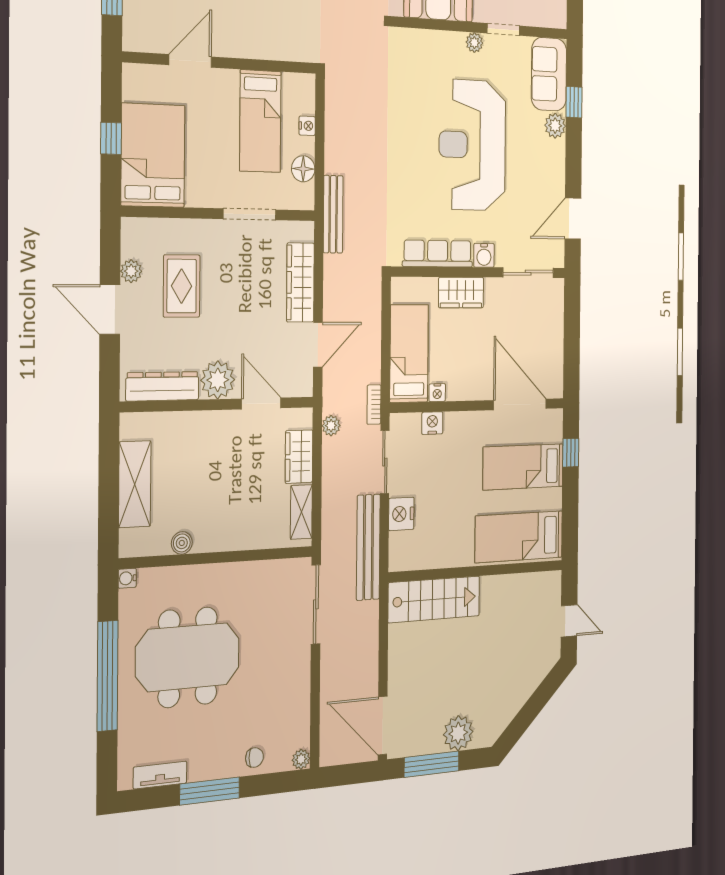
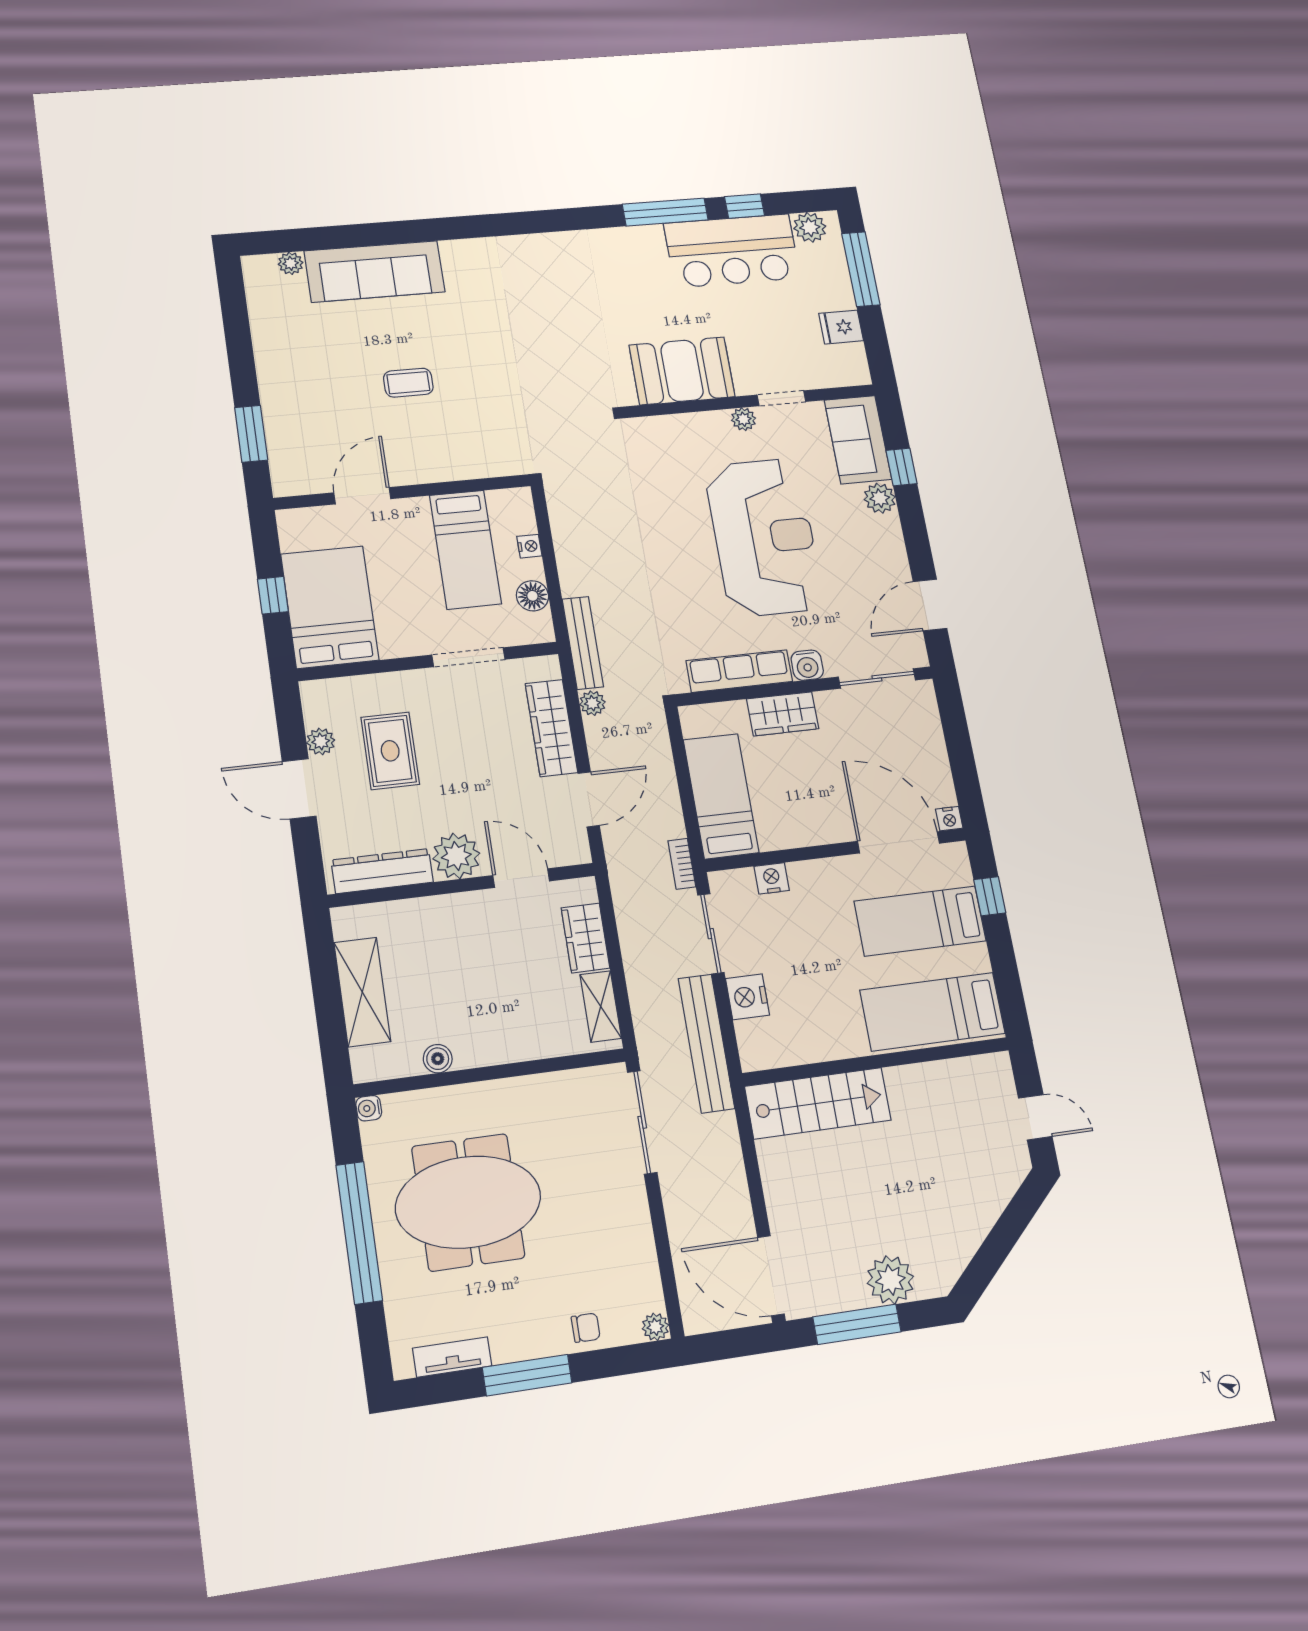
reception desk: (472, 145) -> (764, 537), turned 180
nightstand: (437, 393) -> (949, 819), moved
plant: (331, 426) -> (592, 703), moved

